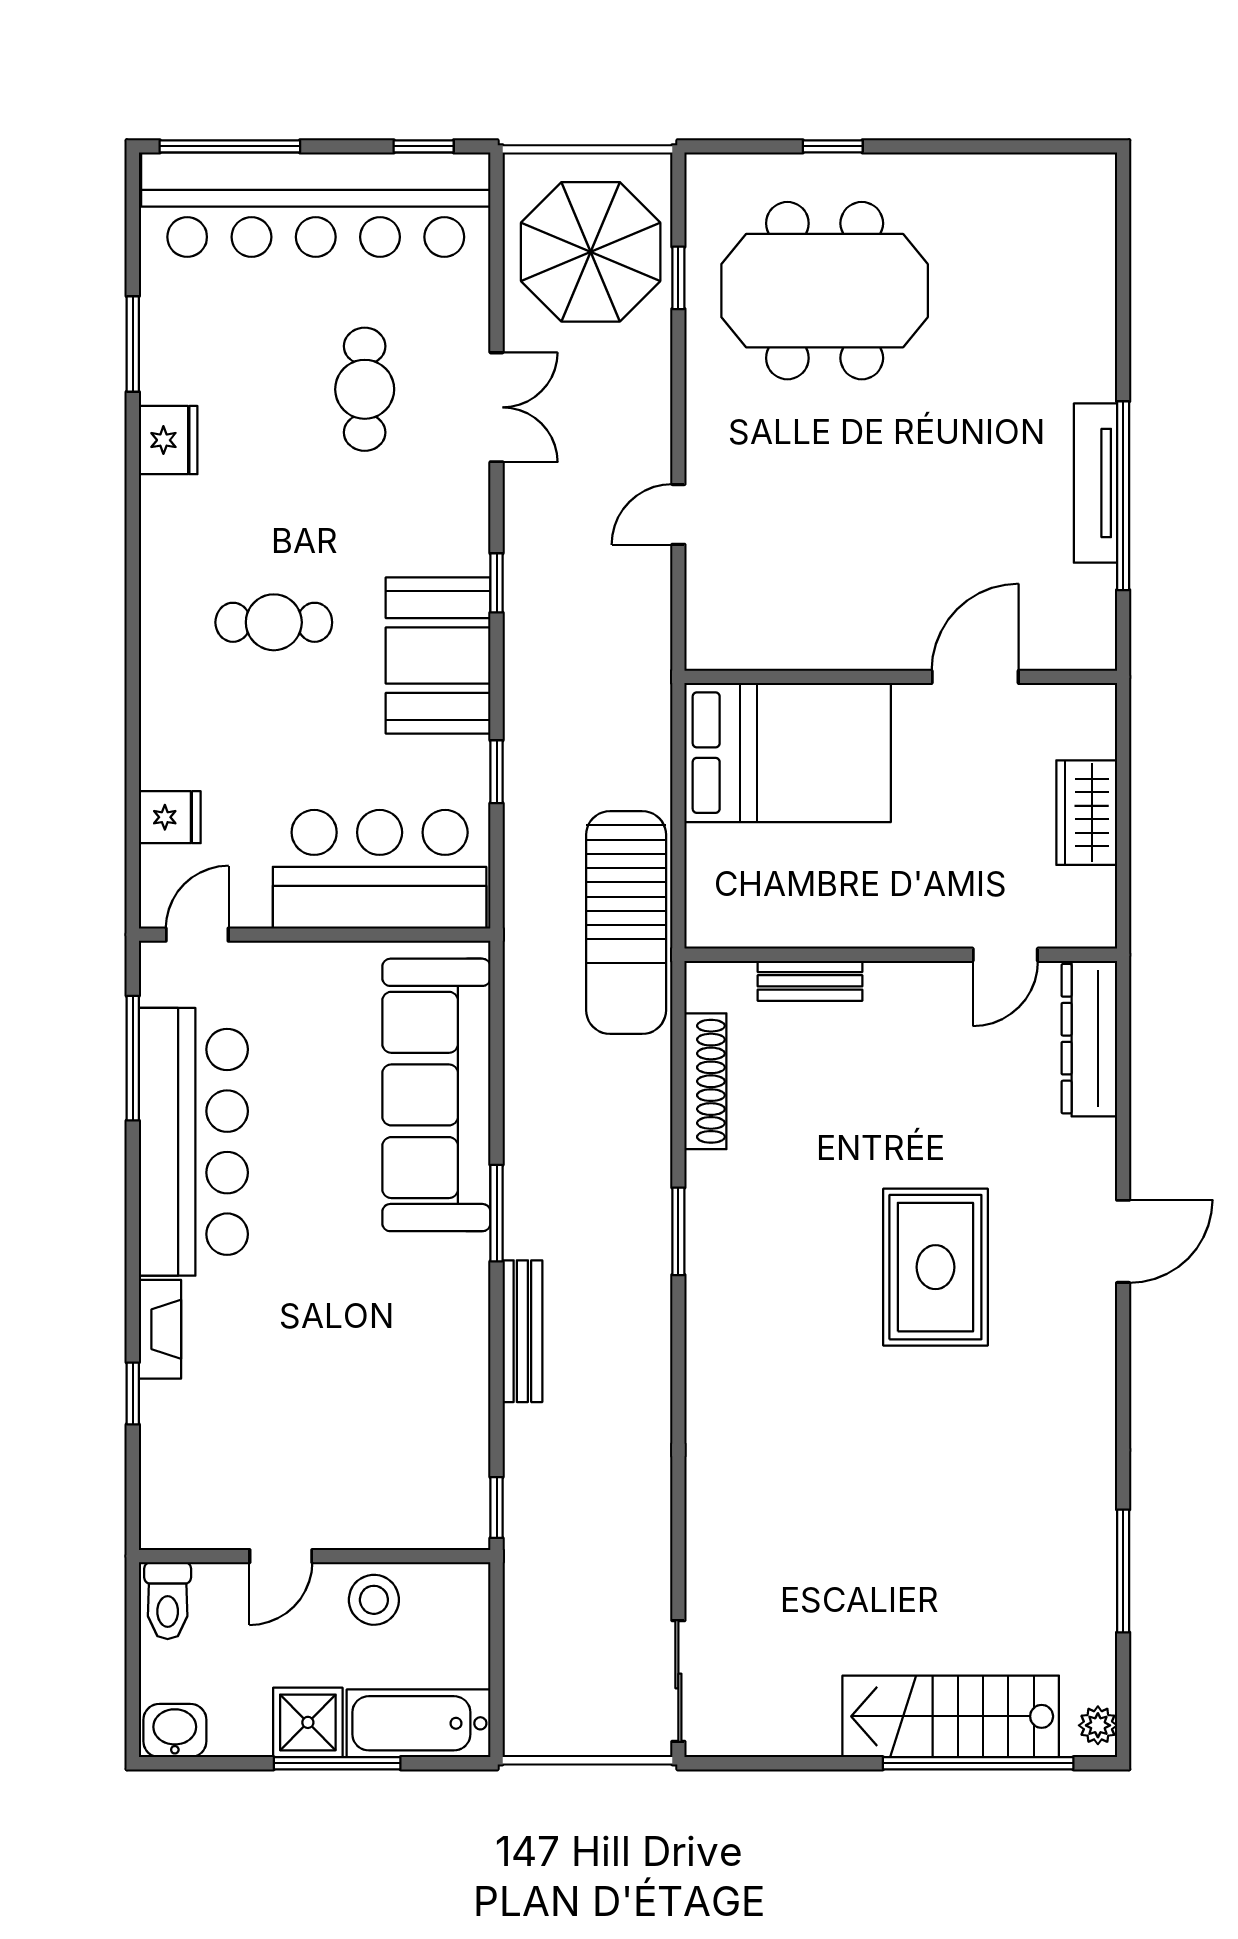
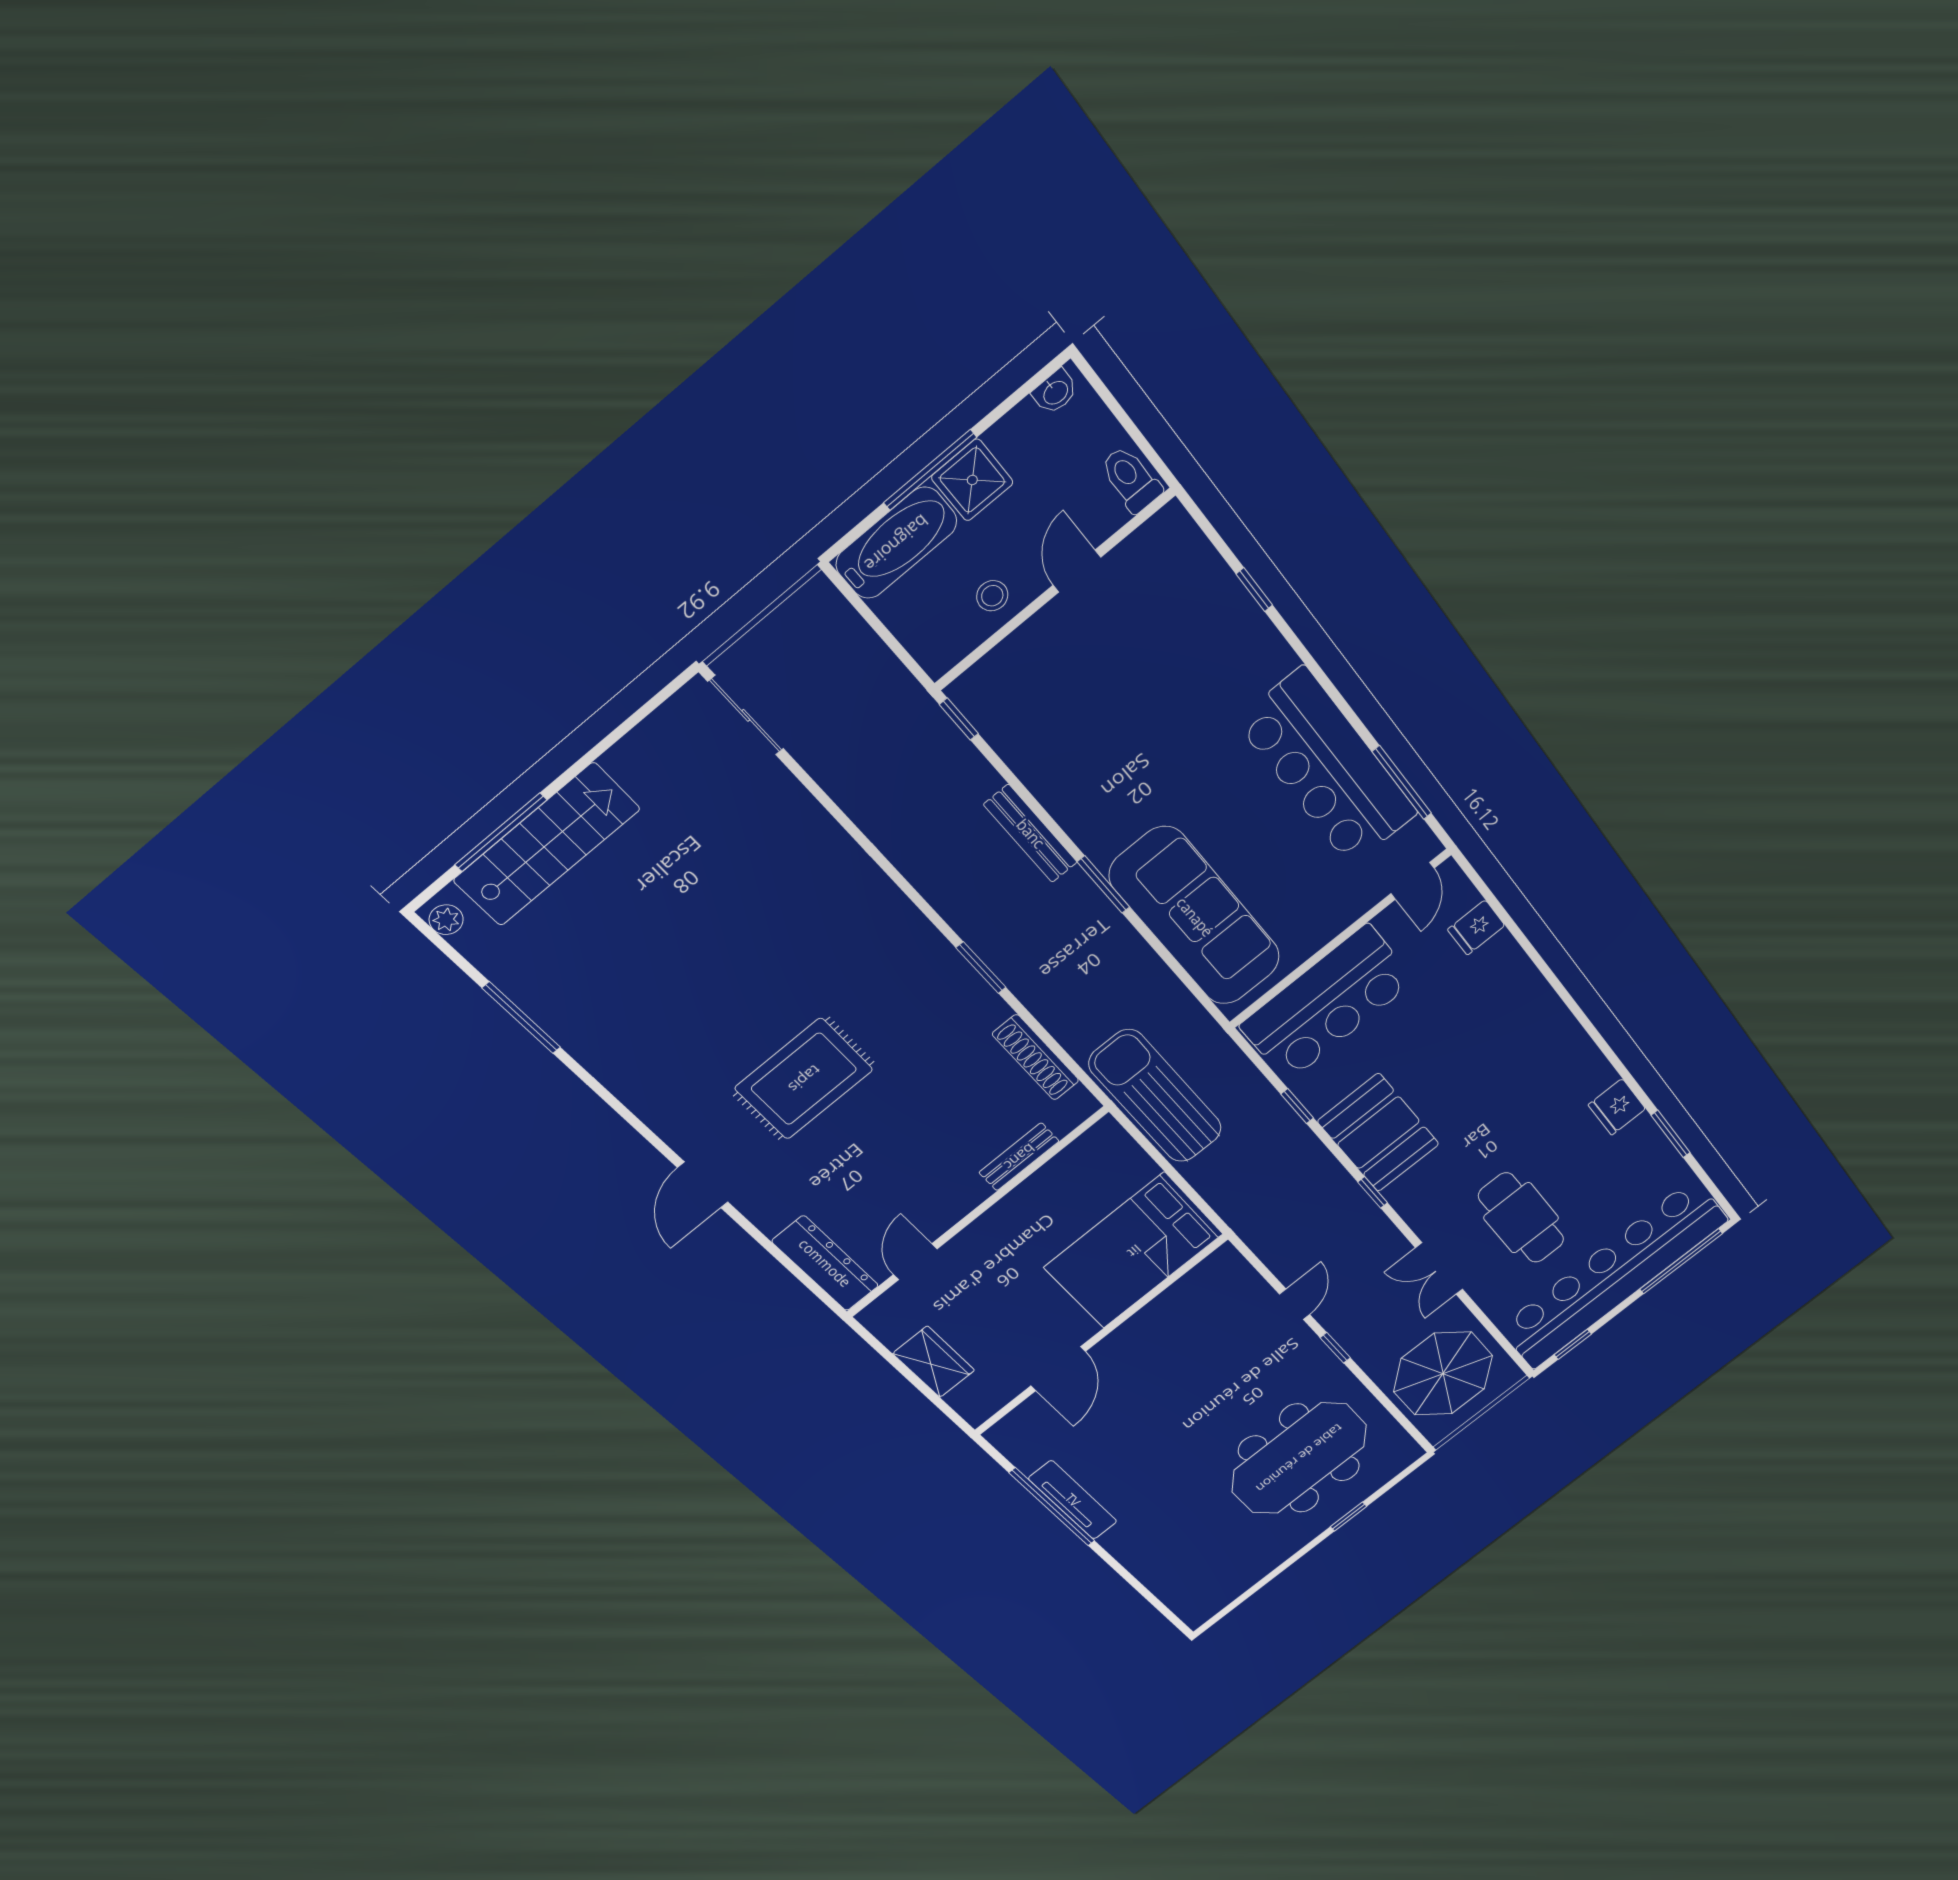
window: (678, 278) -> (1335, 1348), moved
cafe table: (365, 389) -> (1521, 1218), width x1.37, depth x1.35
cafe table: (274, 622) -> (1488, 1072), removed
rug: (935, 1267) -> (804, 1079), turned 90
fireplace: (160, 1329) -> (1266, 643), removed
stool: (374, 1600) -> (992, 596), width x0.73, depth x0.73
washbasin: (175, 1731) -> (1055, 392), width x0.72, depth x0.69
window: (978, 1763) -> (501, 832), width x0.68

